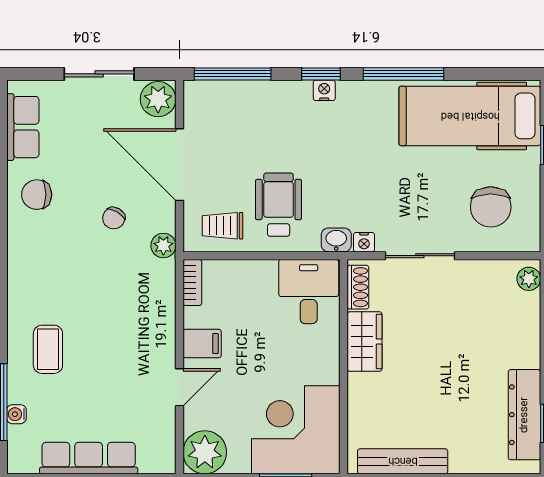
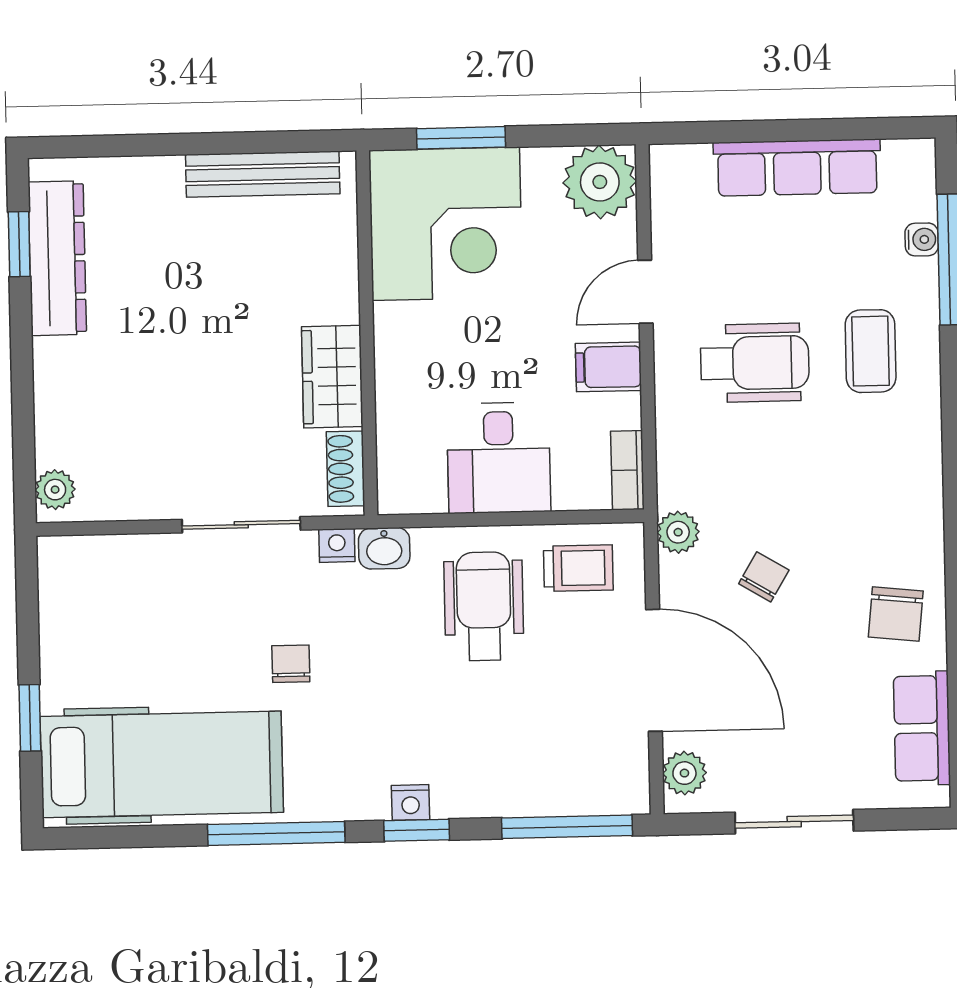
plant: (158, 99) -> (684, 773), width x0.73, depth x0.73
chair: (37, 195) -> (896, 614), turned 96
wheelchair: (279, 205) -> (484, 606), turned 180
chair: (491, 207) -> (291, 664), moved, width x0.54, depth x0.54
desk: (309, 292) -> (499, 458), moved
wheelchair: (116, 344) -> (755, 363), added

